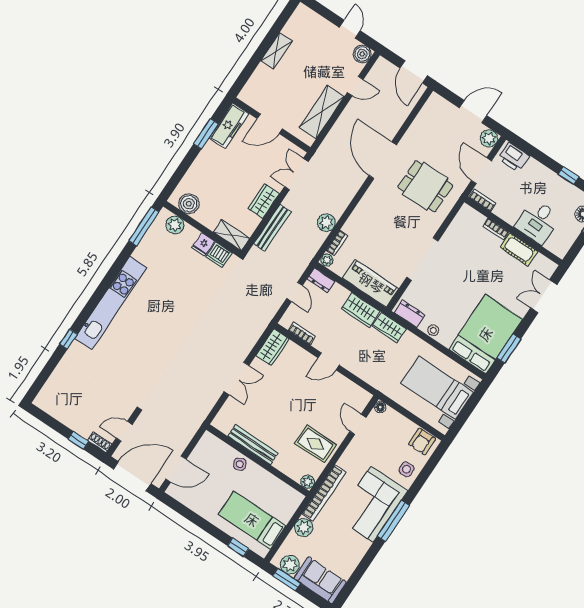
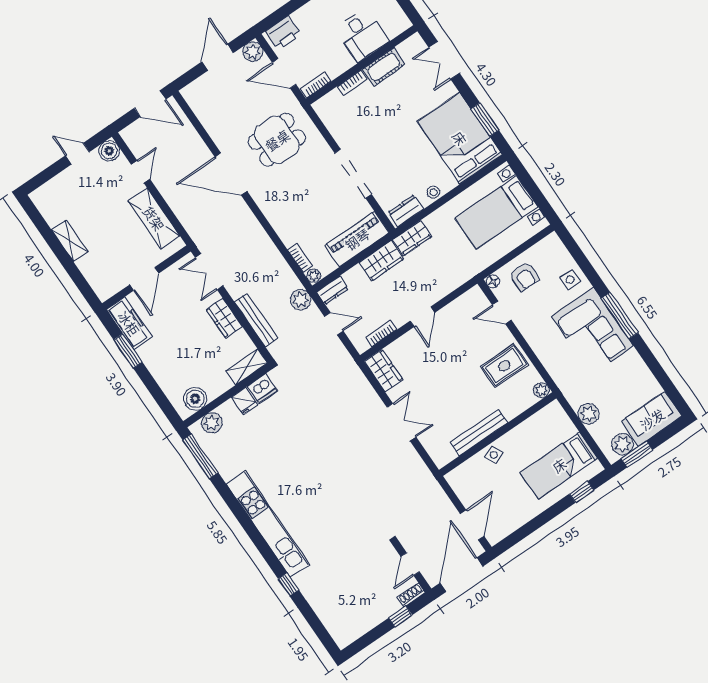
plant: (326, 223) -> (301, 300), moved
armchair: (422, 442) -> (524, 276), moved
bookcase: (324, 493) -> (560, 378), removed

